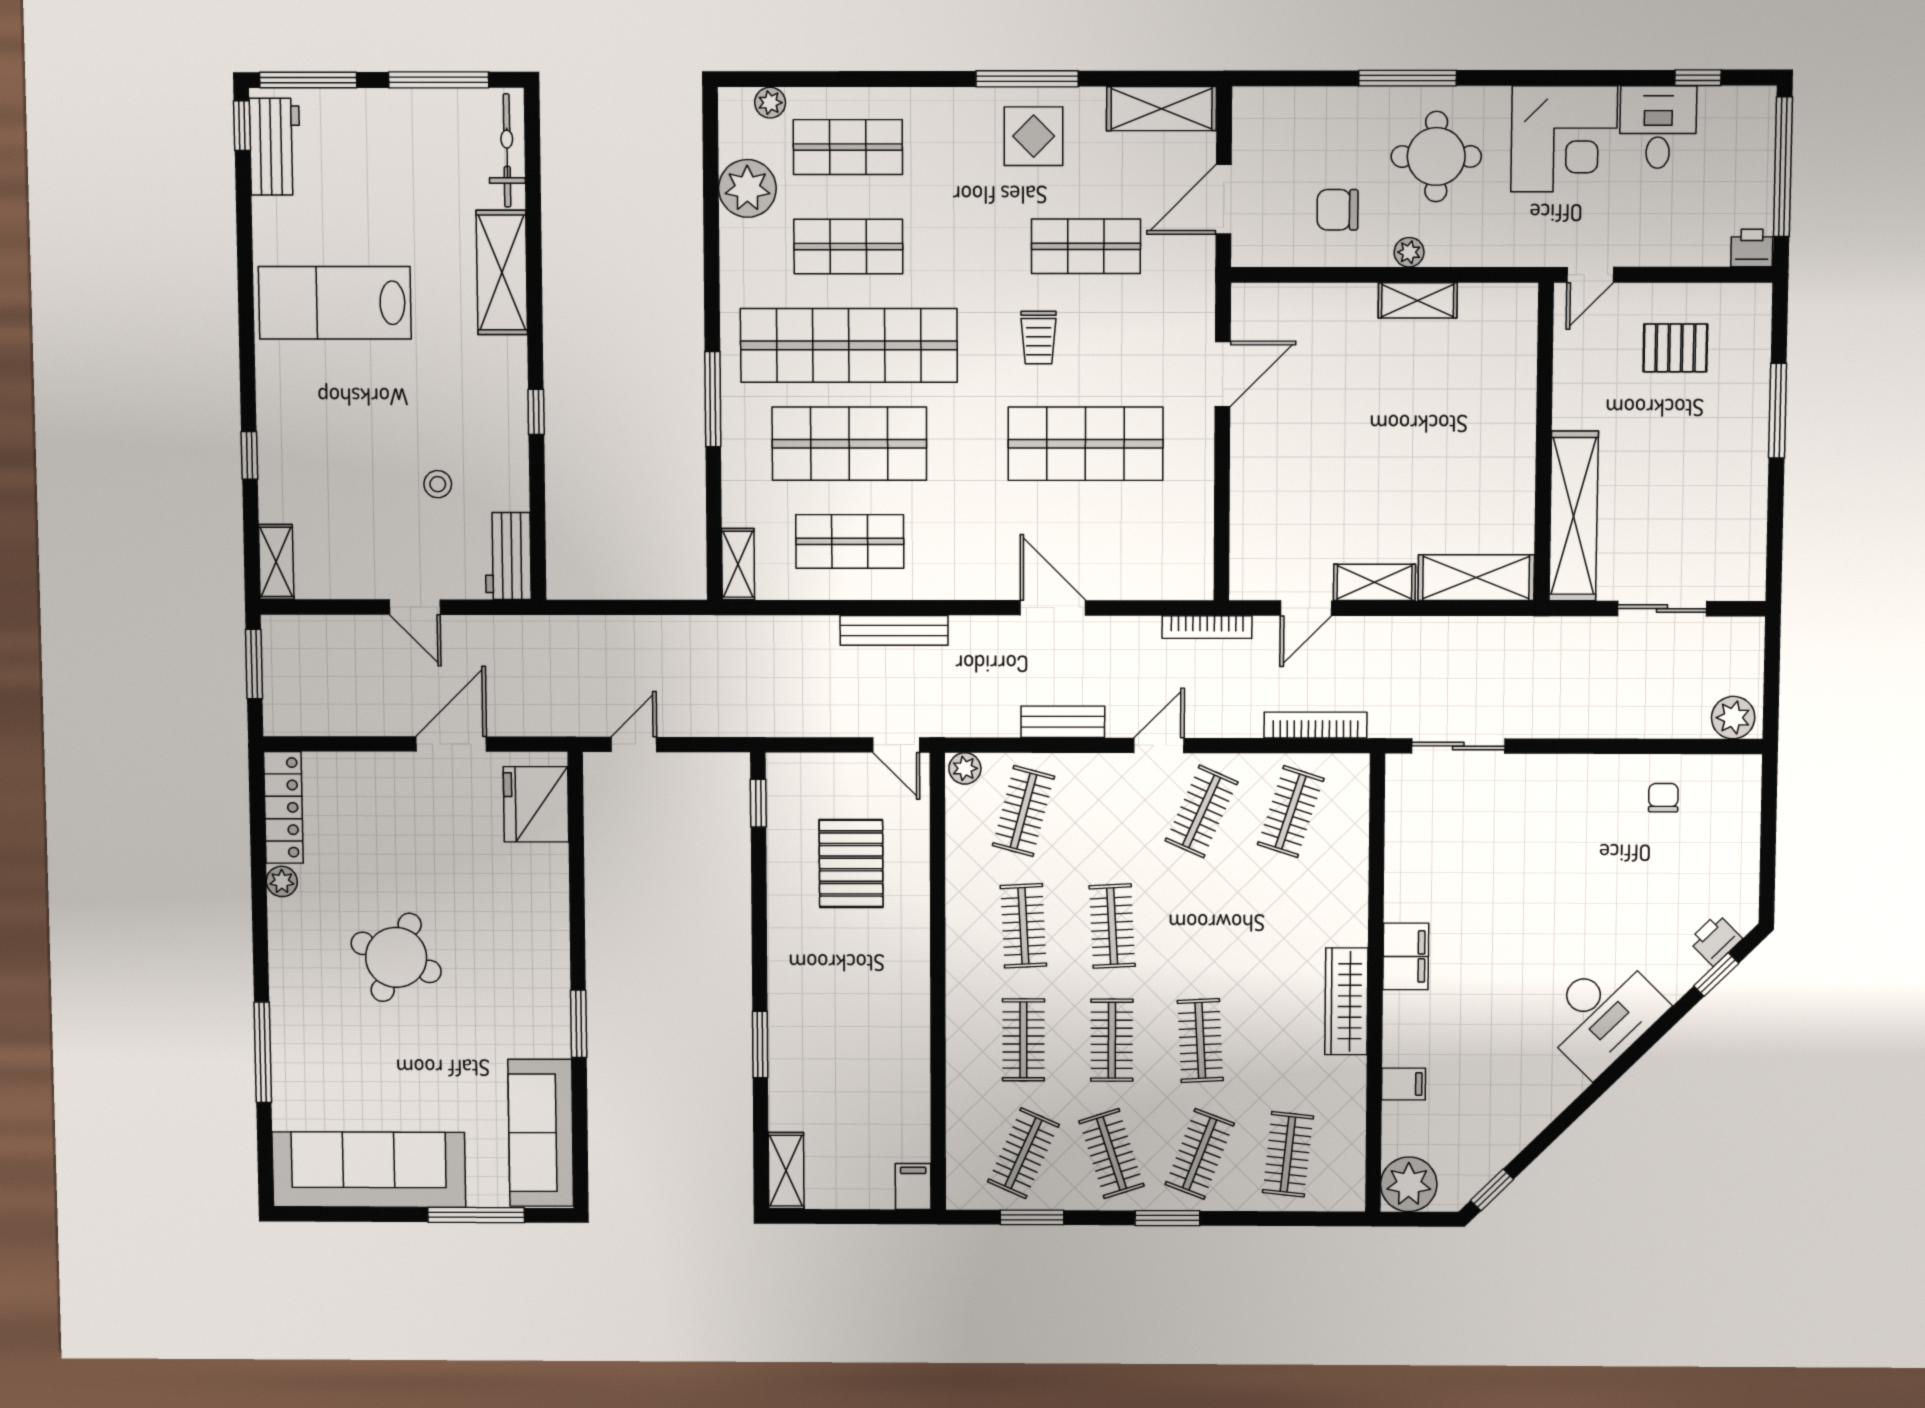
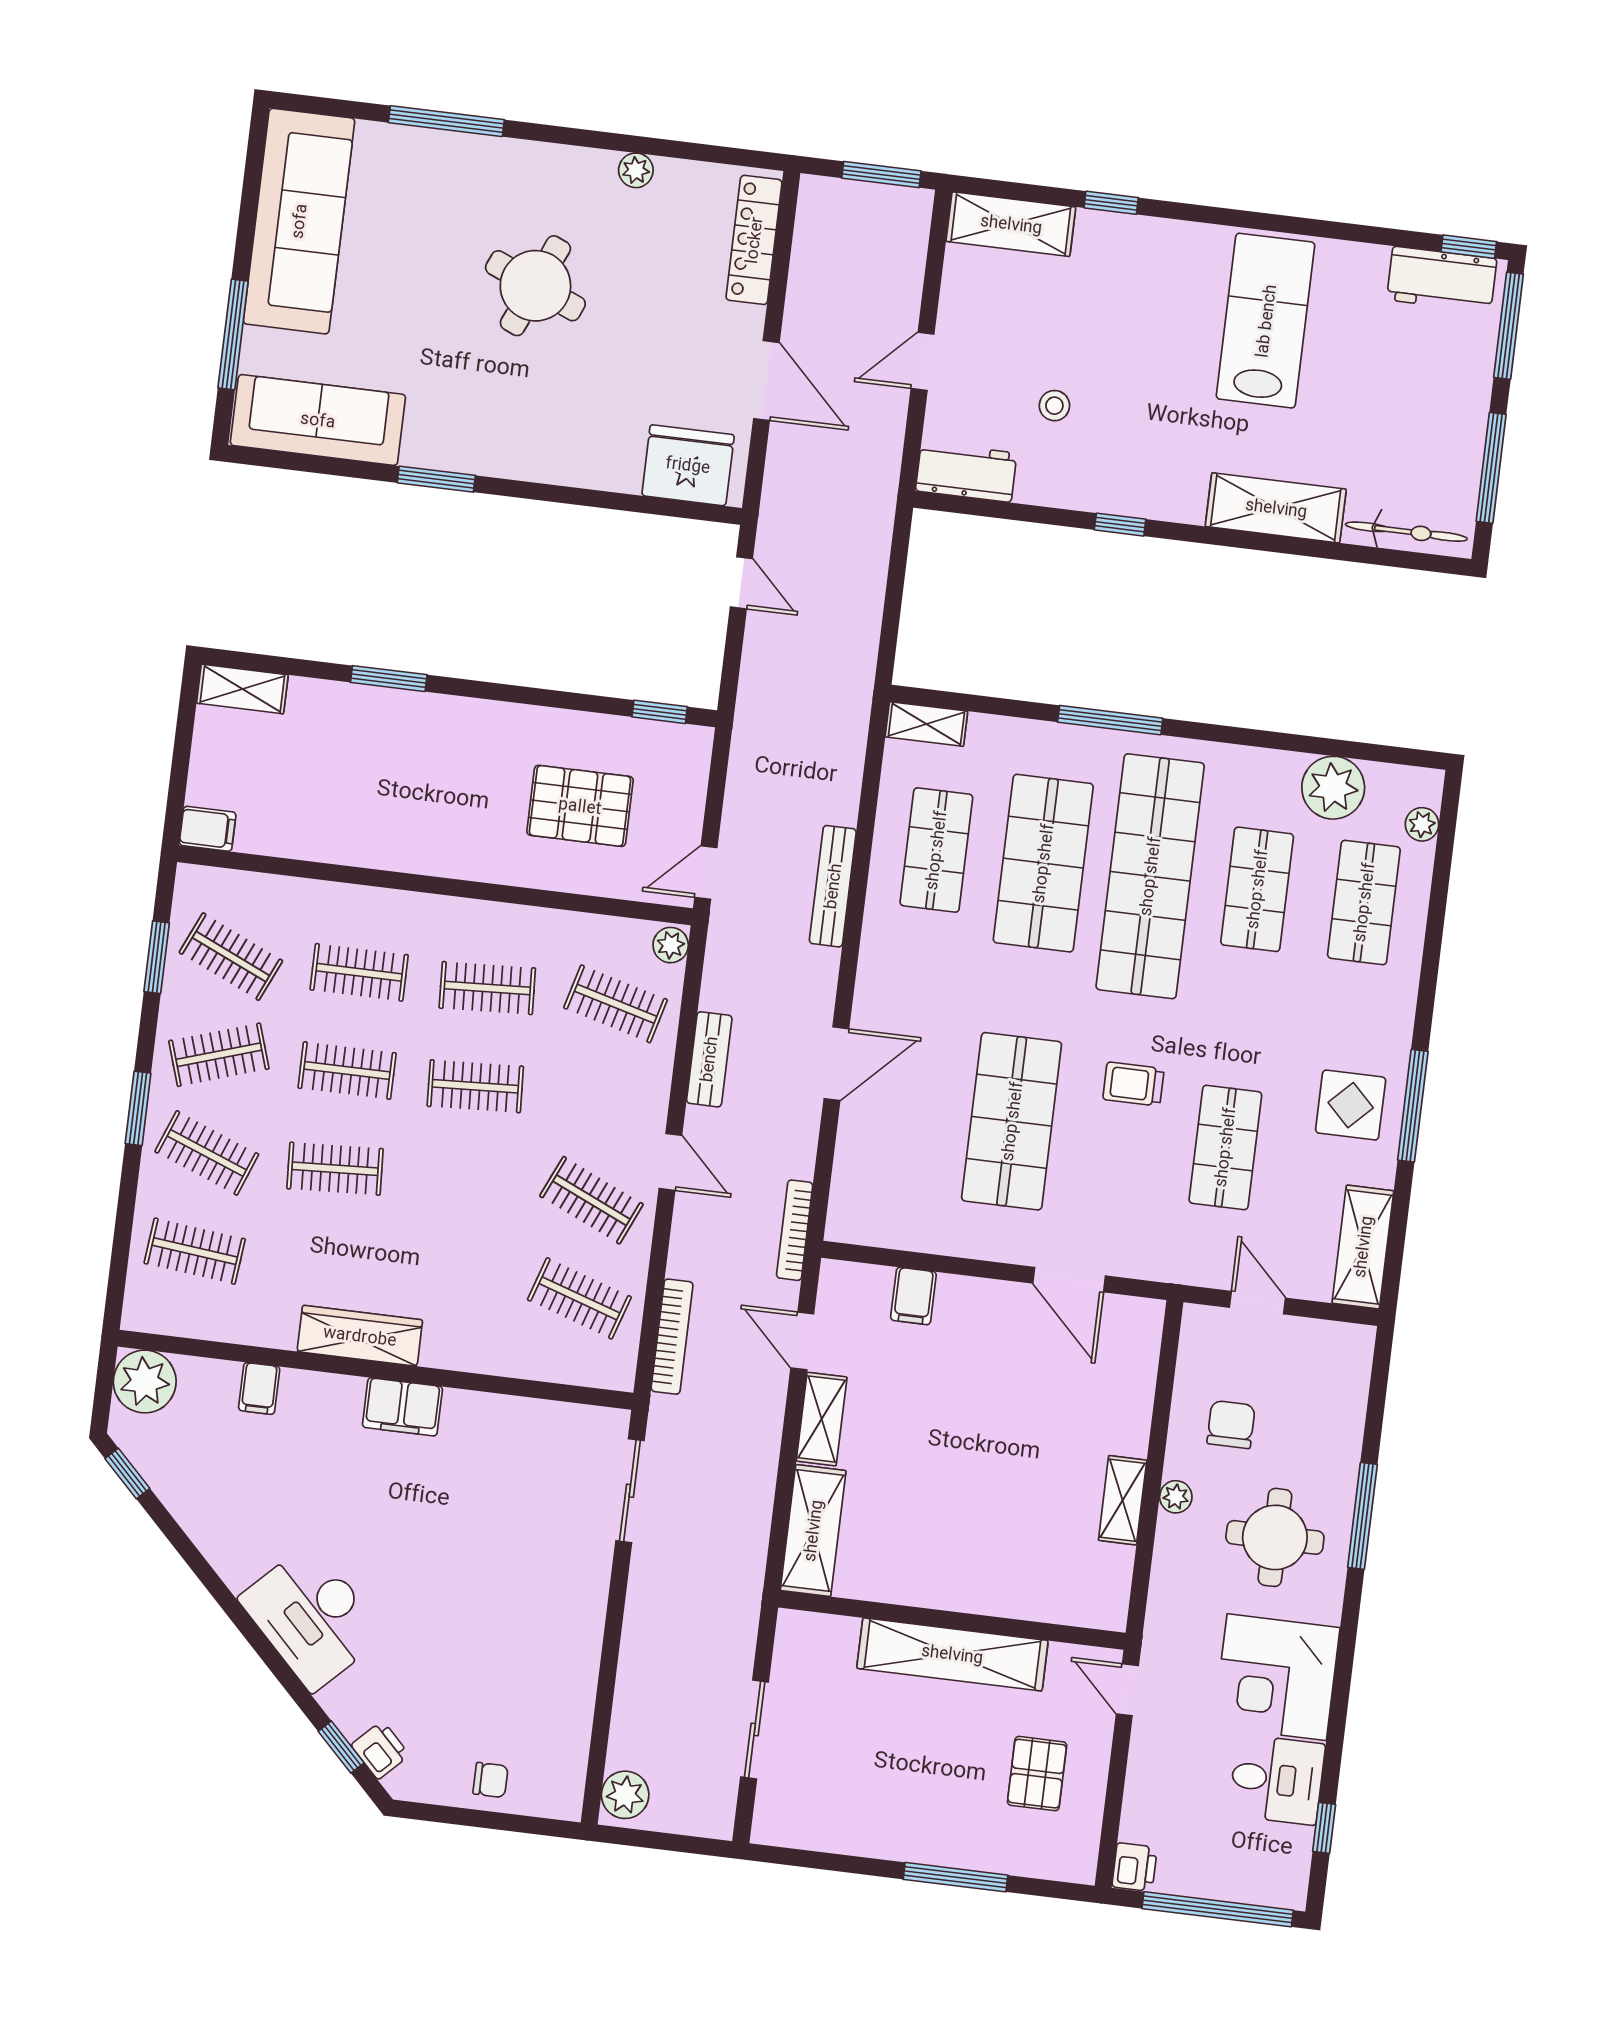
door: (1224, 199) -> (1257, 1303), width x0.73
filing cabinet: (1254, 513) -> (913, 1296), added
shelving: (1574, 516) -> (952, 1654), moved
shelving: (276, 562) -> (1011, 224), width x1.50, depth x1.33
chair: (1663, 798) -> (491, 1780), moved
locker: (283, 807) -> (754, 240), moved, turned 90

